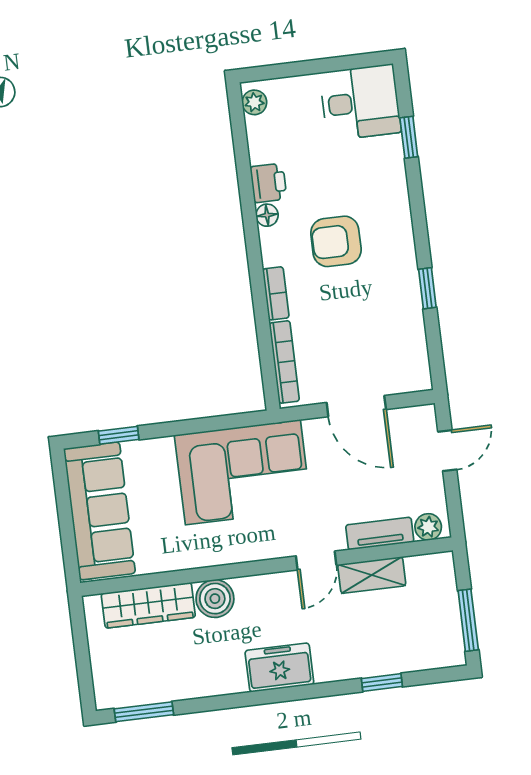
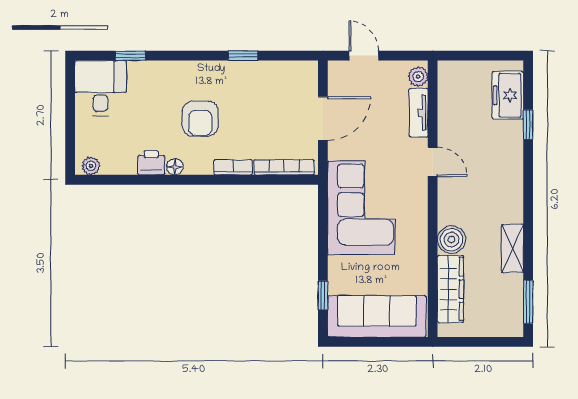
shelving: (372, 575) -> (512, 248), moved
window: (468, 620) -> (490, 56), removed
freezer: (279, 667) -> (508, 95), moved

